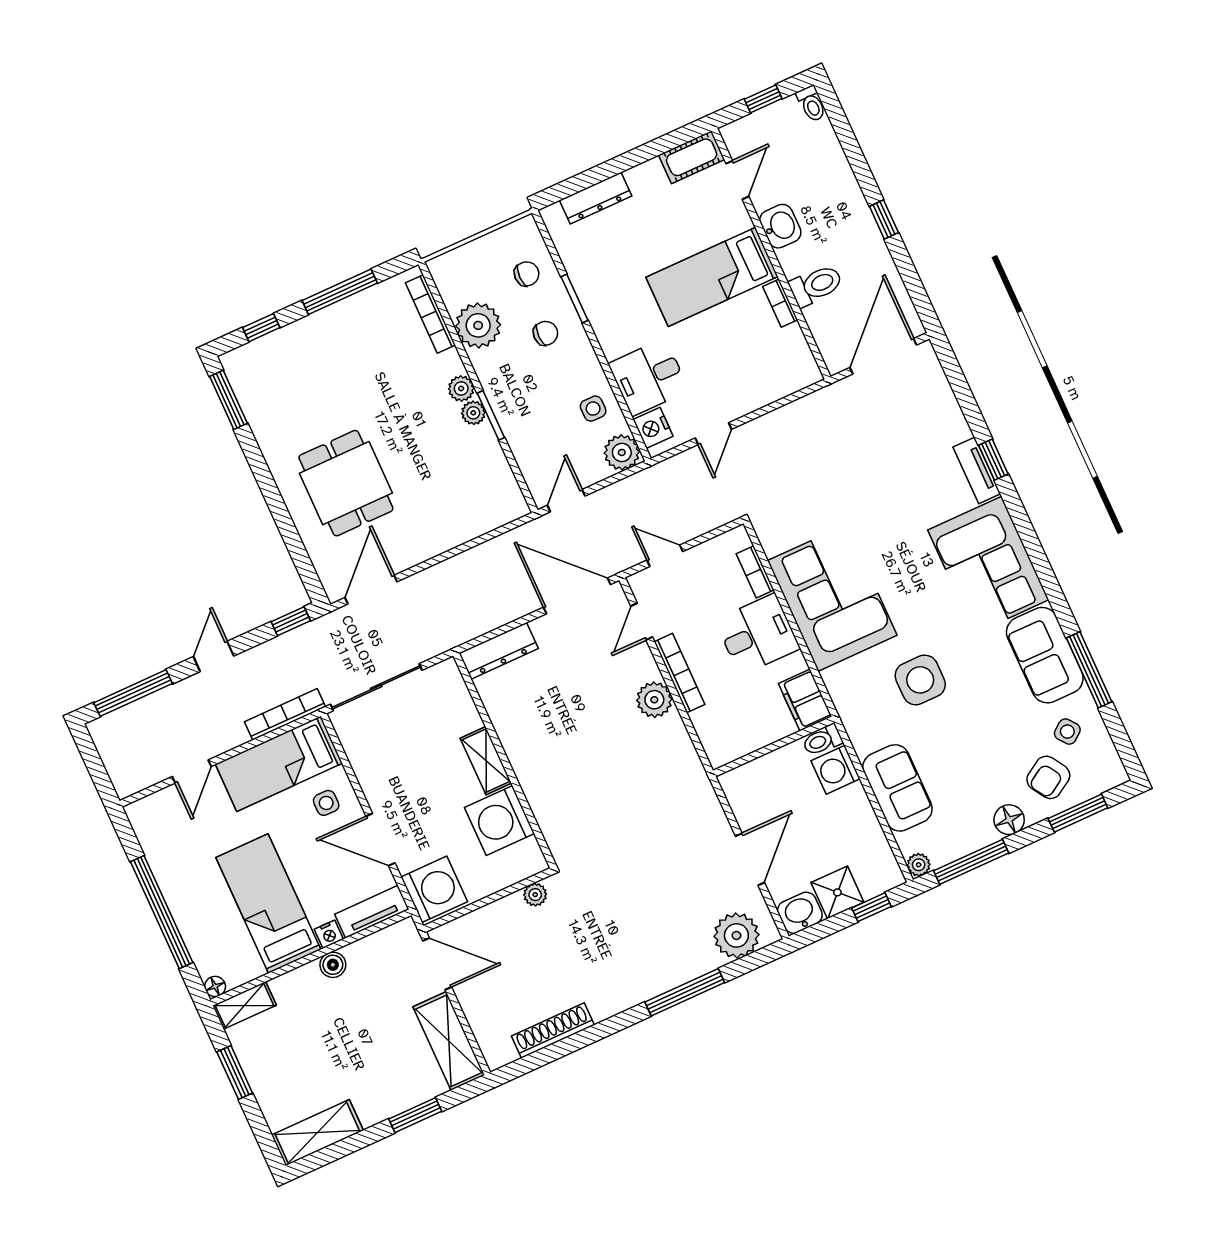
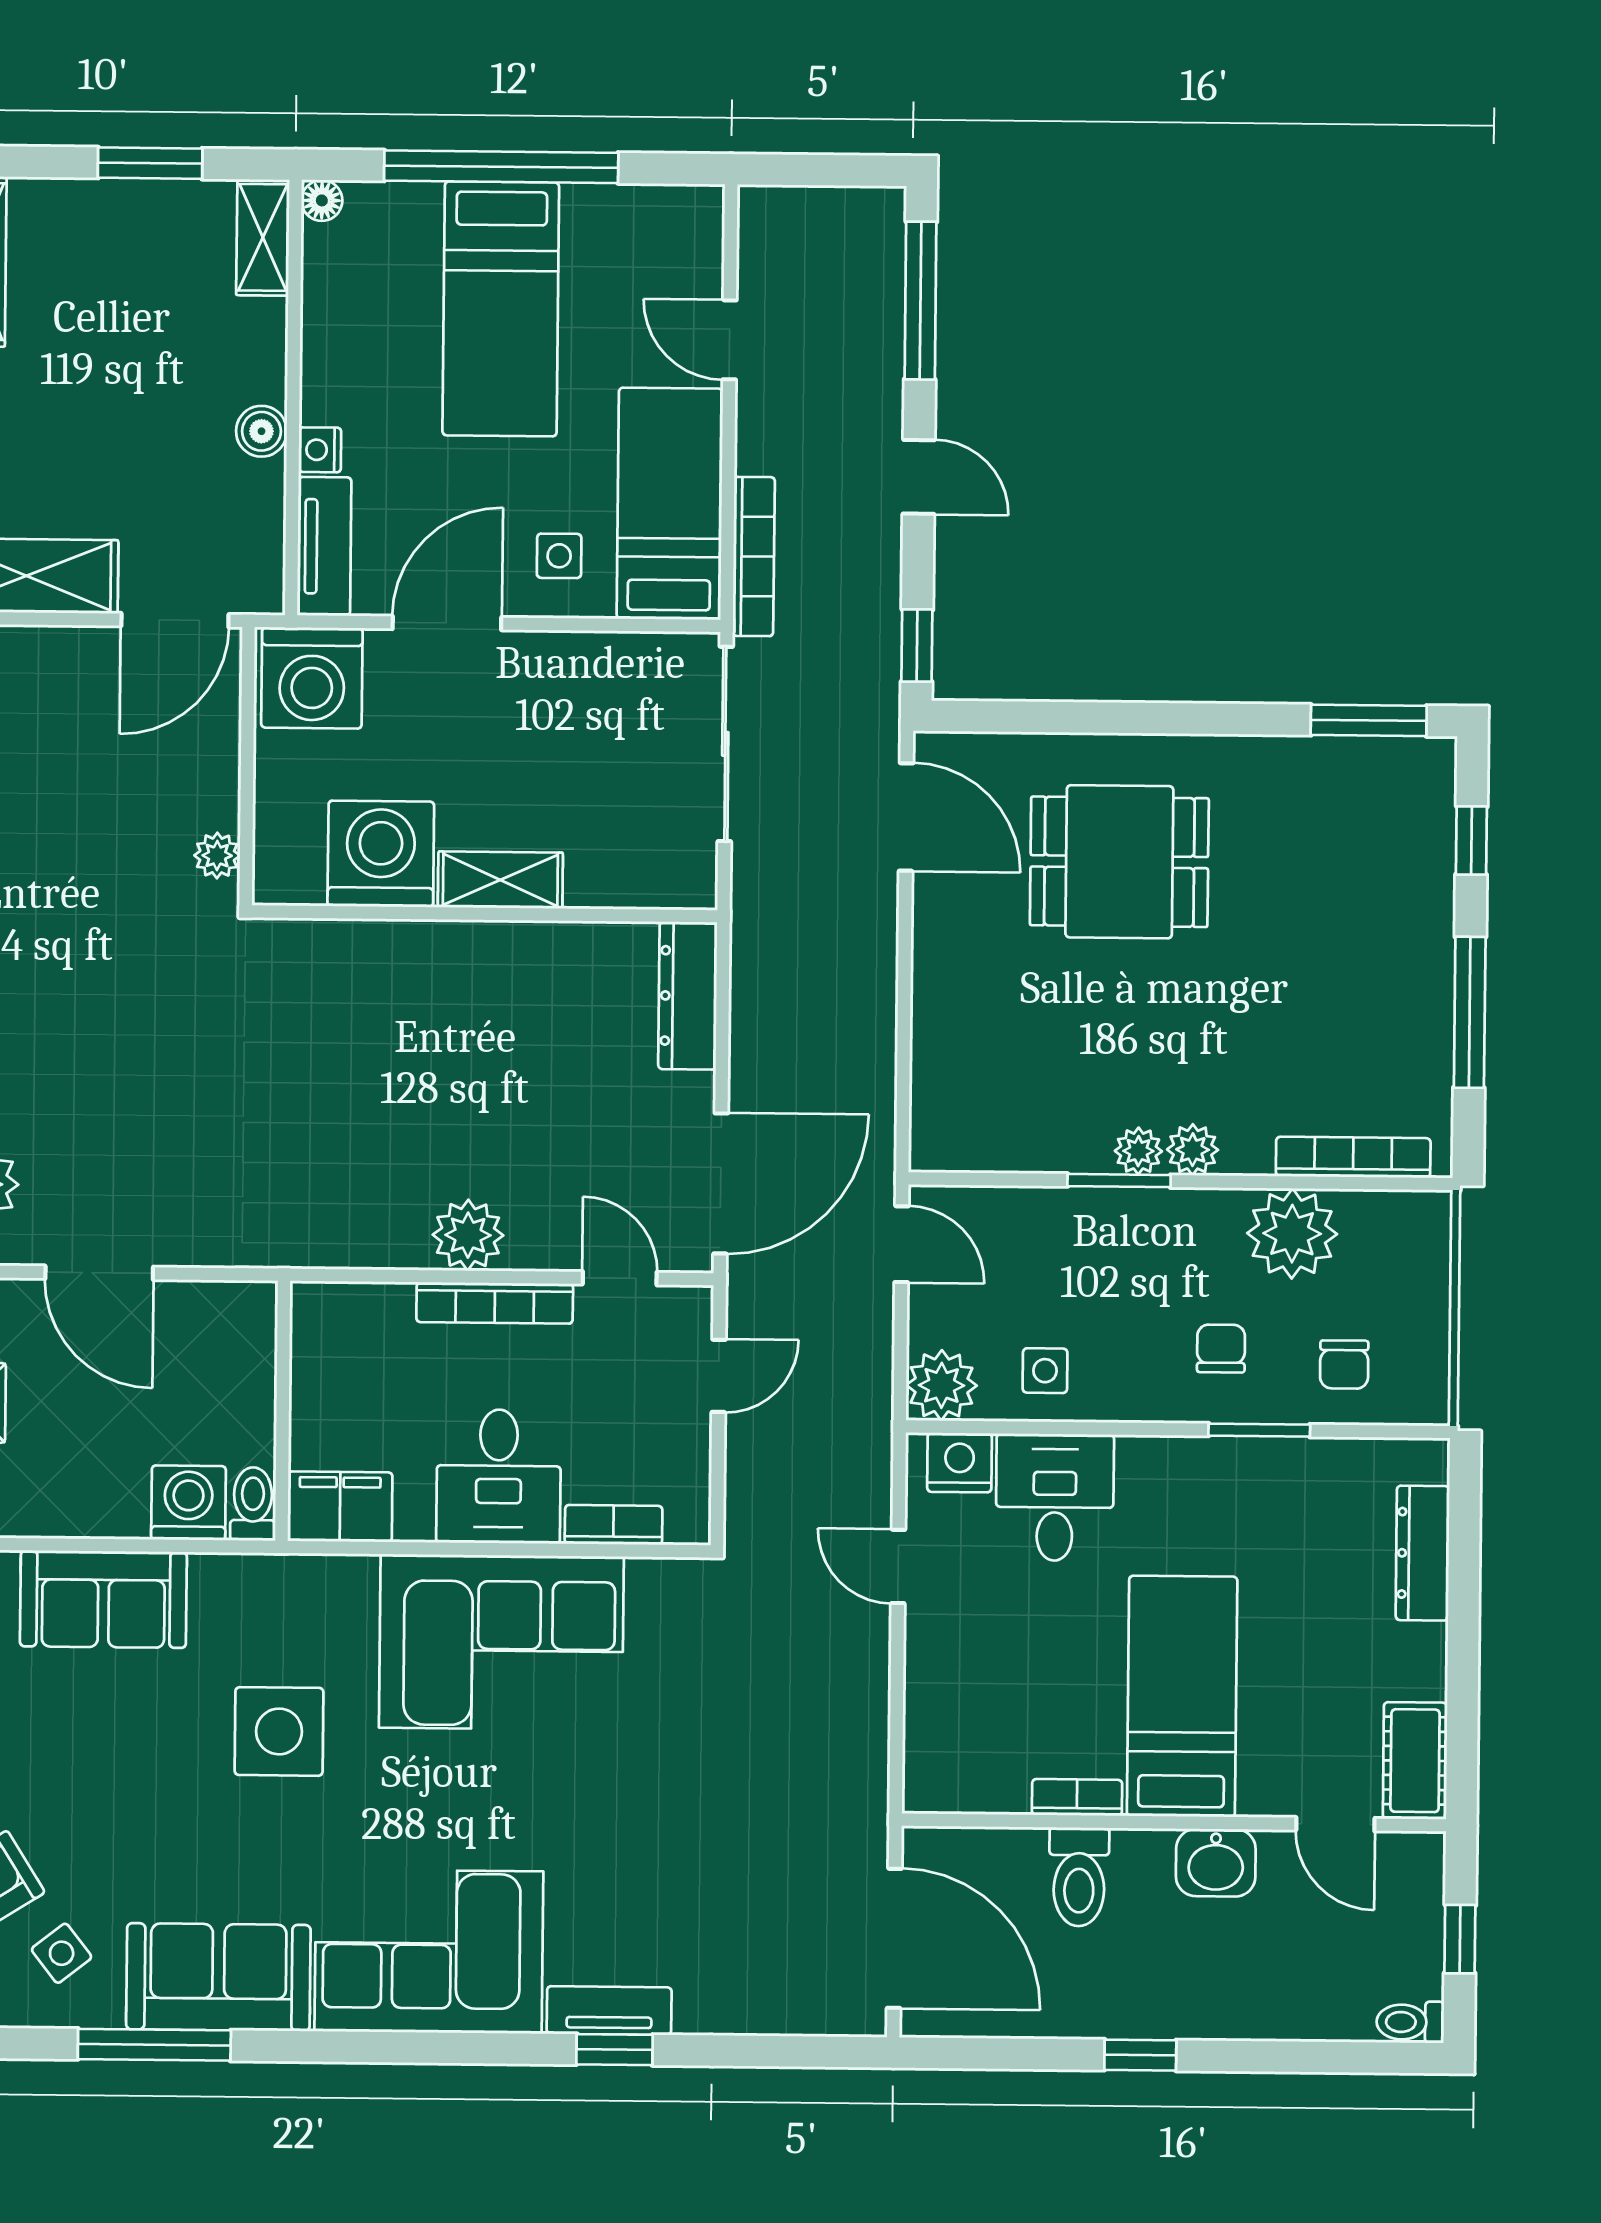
chair: (546, 333) -> (1221, 1348), turned 180
bed: (268, 903) -> (501, 309), moved, turned 90

